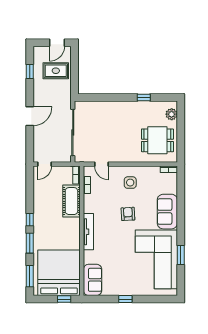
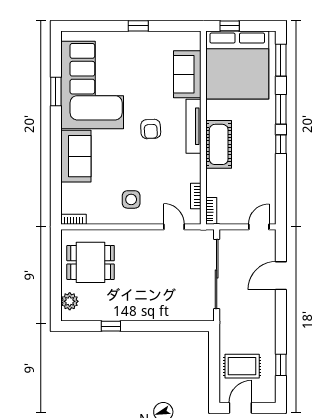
door: (30, 116) -> (281, 276), moved
cot: (71, 201) -> (219, 144), moved
armchair: (128, 214) -> (151, 129), moved
sofa: (93, 280) -> (187, 74), moved

